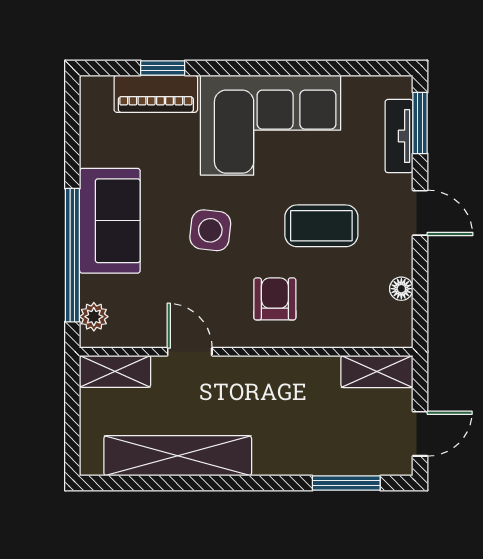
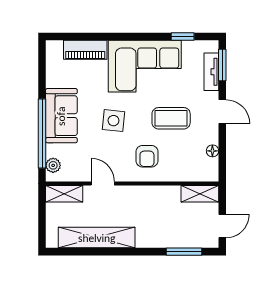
window: (163, 68) -> (183, 36), moved
armchair: (275, 299) -> (147, 156), turned 180

